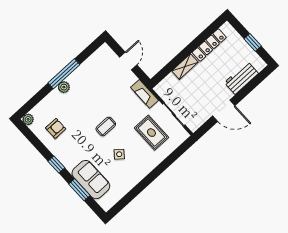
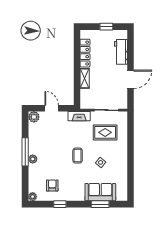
plant: (105, 52) -> (34, 117), added
window: (56, 164) -> (60, 204), moved

